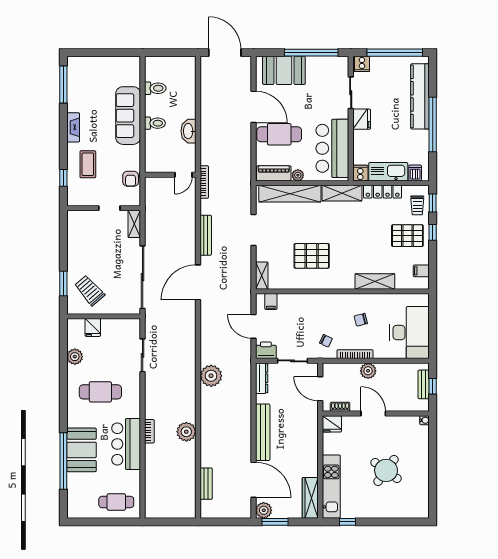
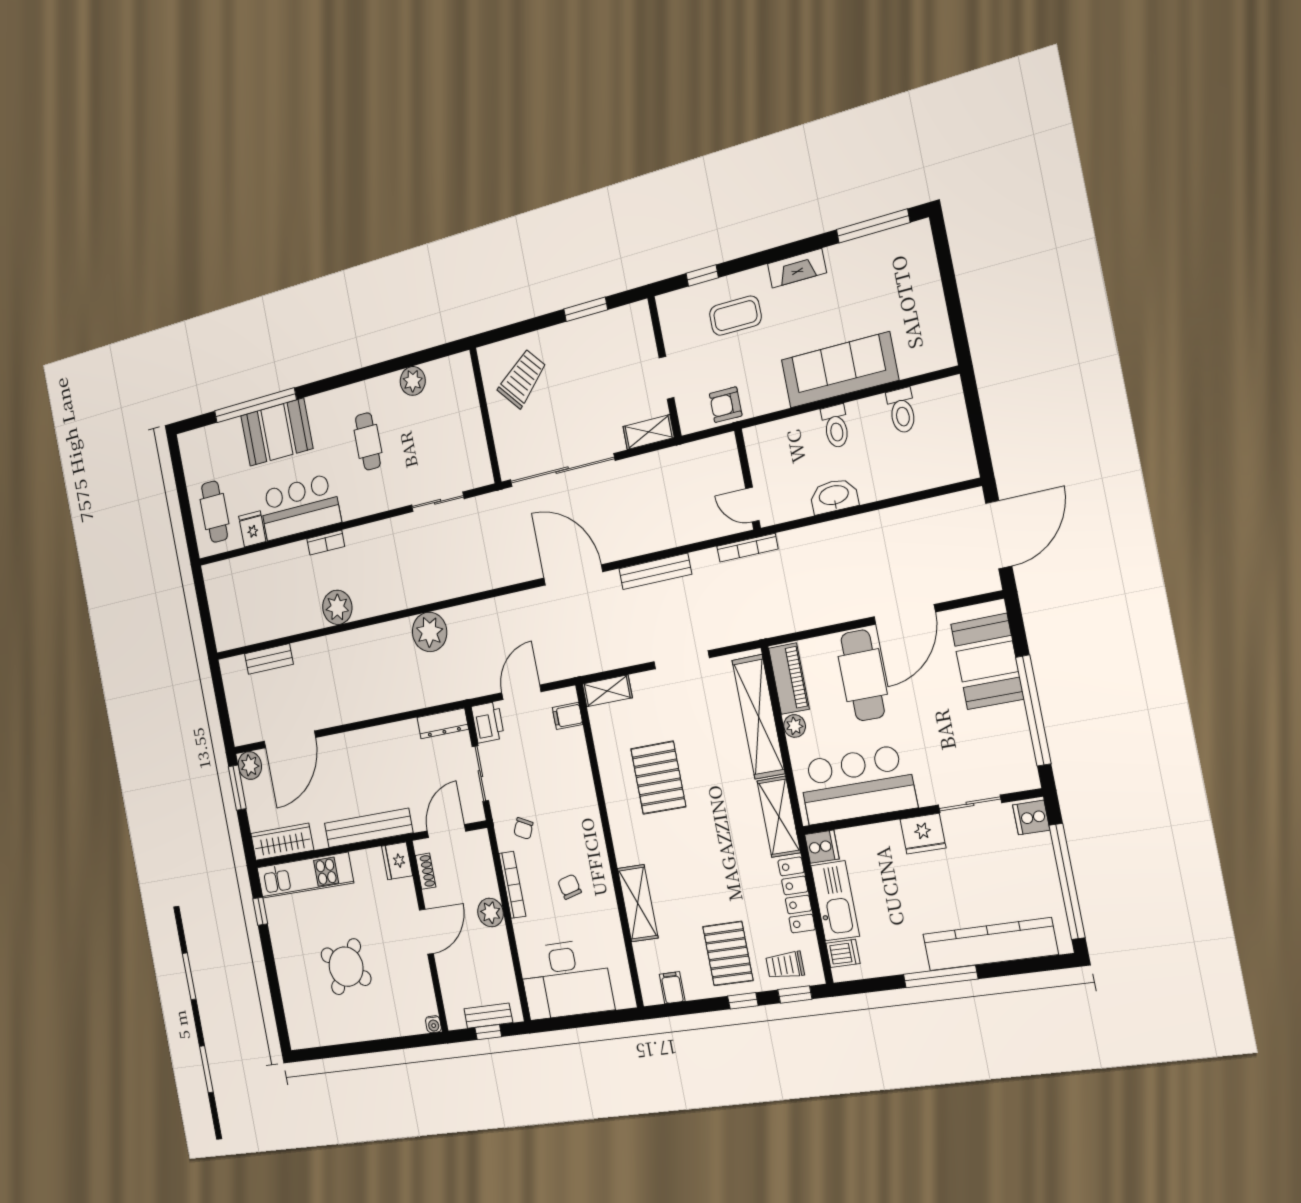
window: (433, 125) -> (940, 977), width x0.68
window: (63, 284) -> (586, 309), moved
fridge: (93, 328) -> (252, 529), moved, turned 90
cafe table: (100, 392) -> (368, 441), width x0.73, depth x0.74
bench: (263, 432) -> (368, 828), moved

